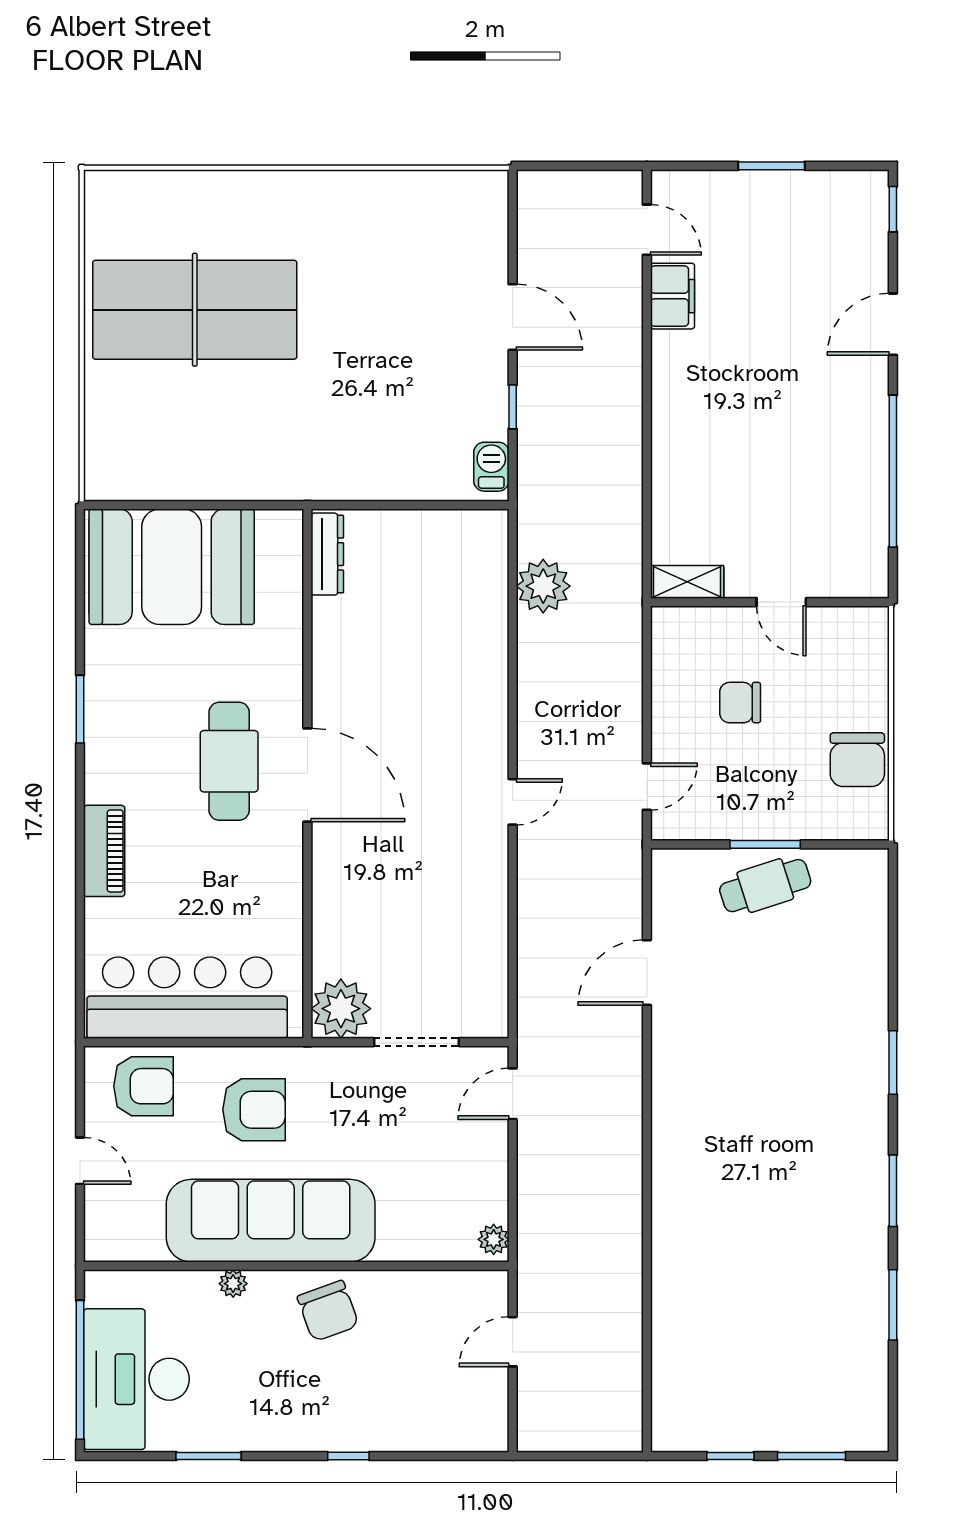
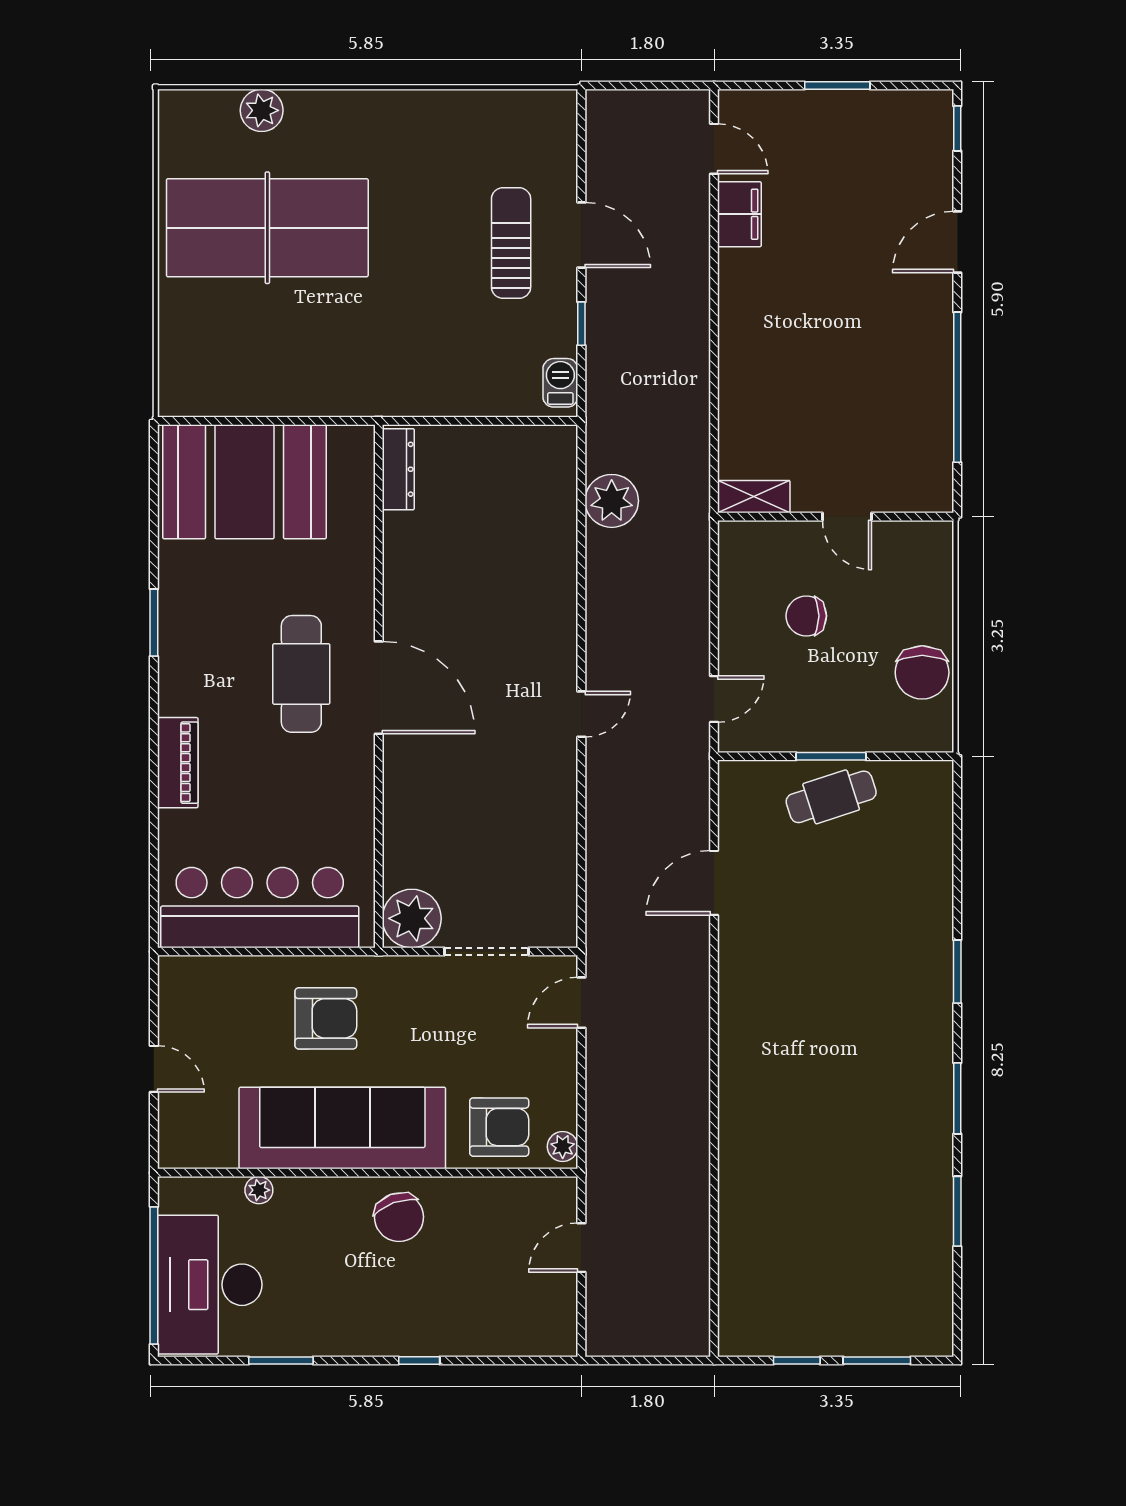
plant: (189, 191) -> (262, 110), added
sun lounger: (441, 325) -> (511, 243), added
armchair: (143, 1086) -> (499, 1127), moved
plant: (233, 1284) -> (259, 1190), moved

